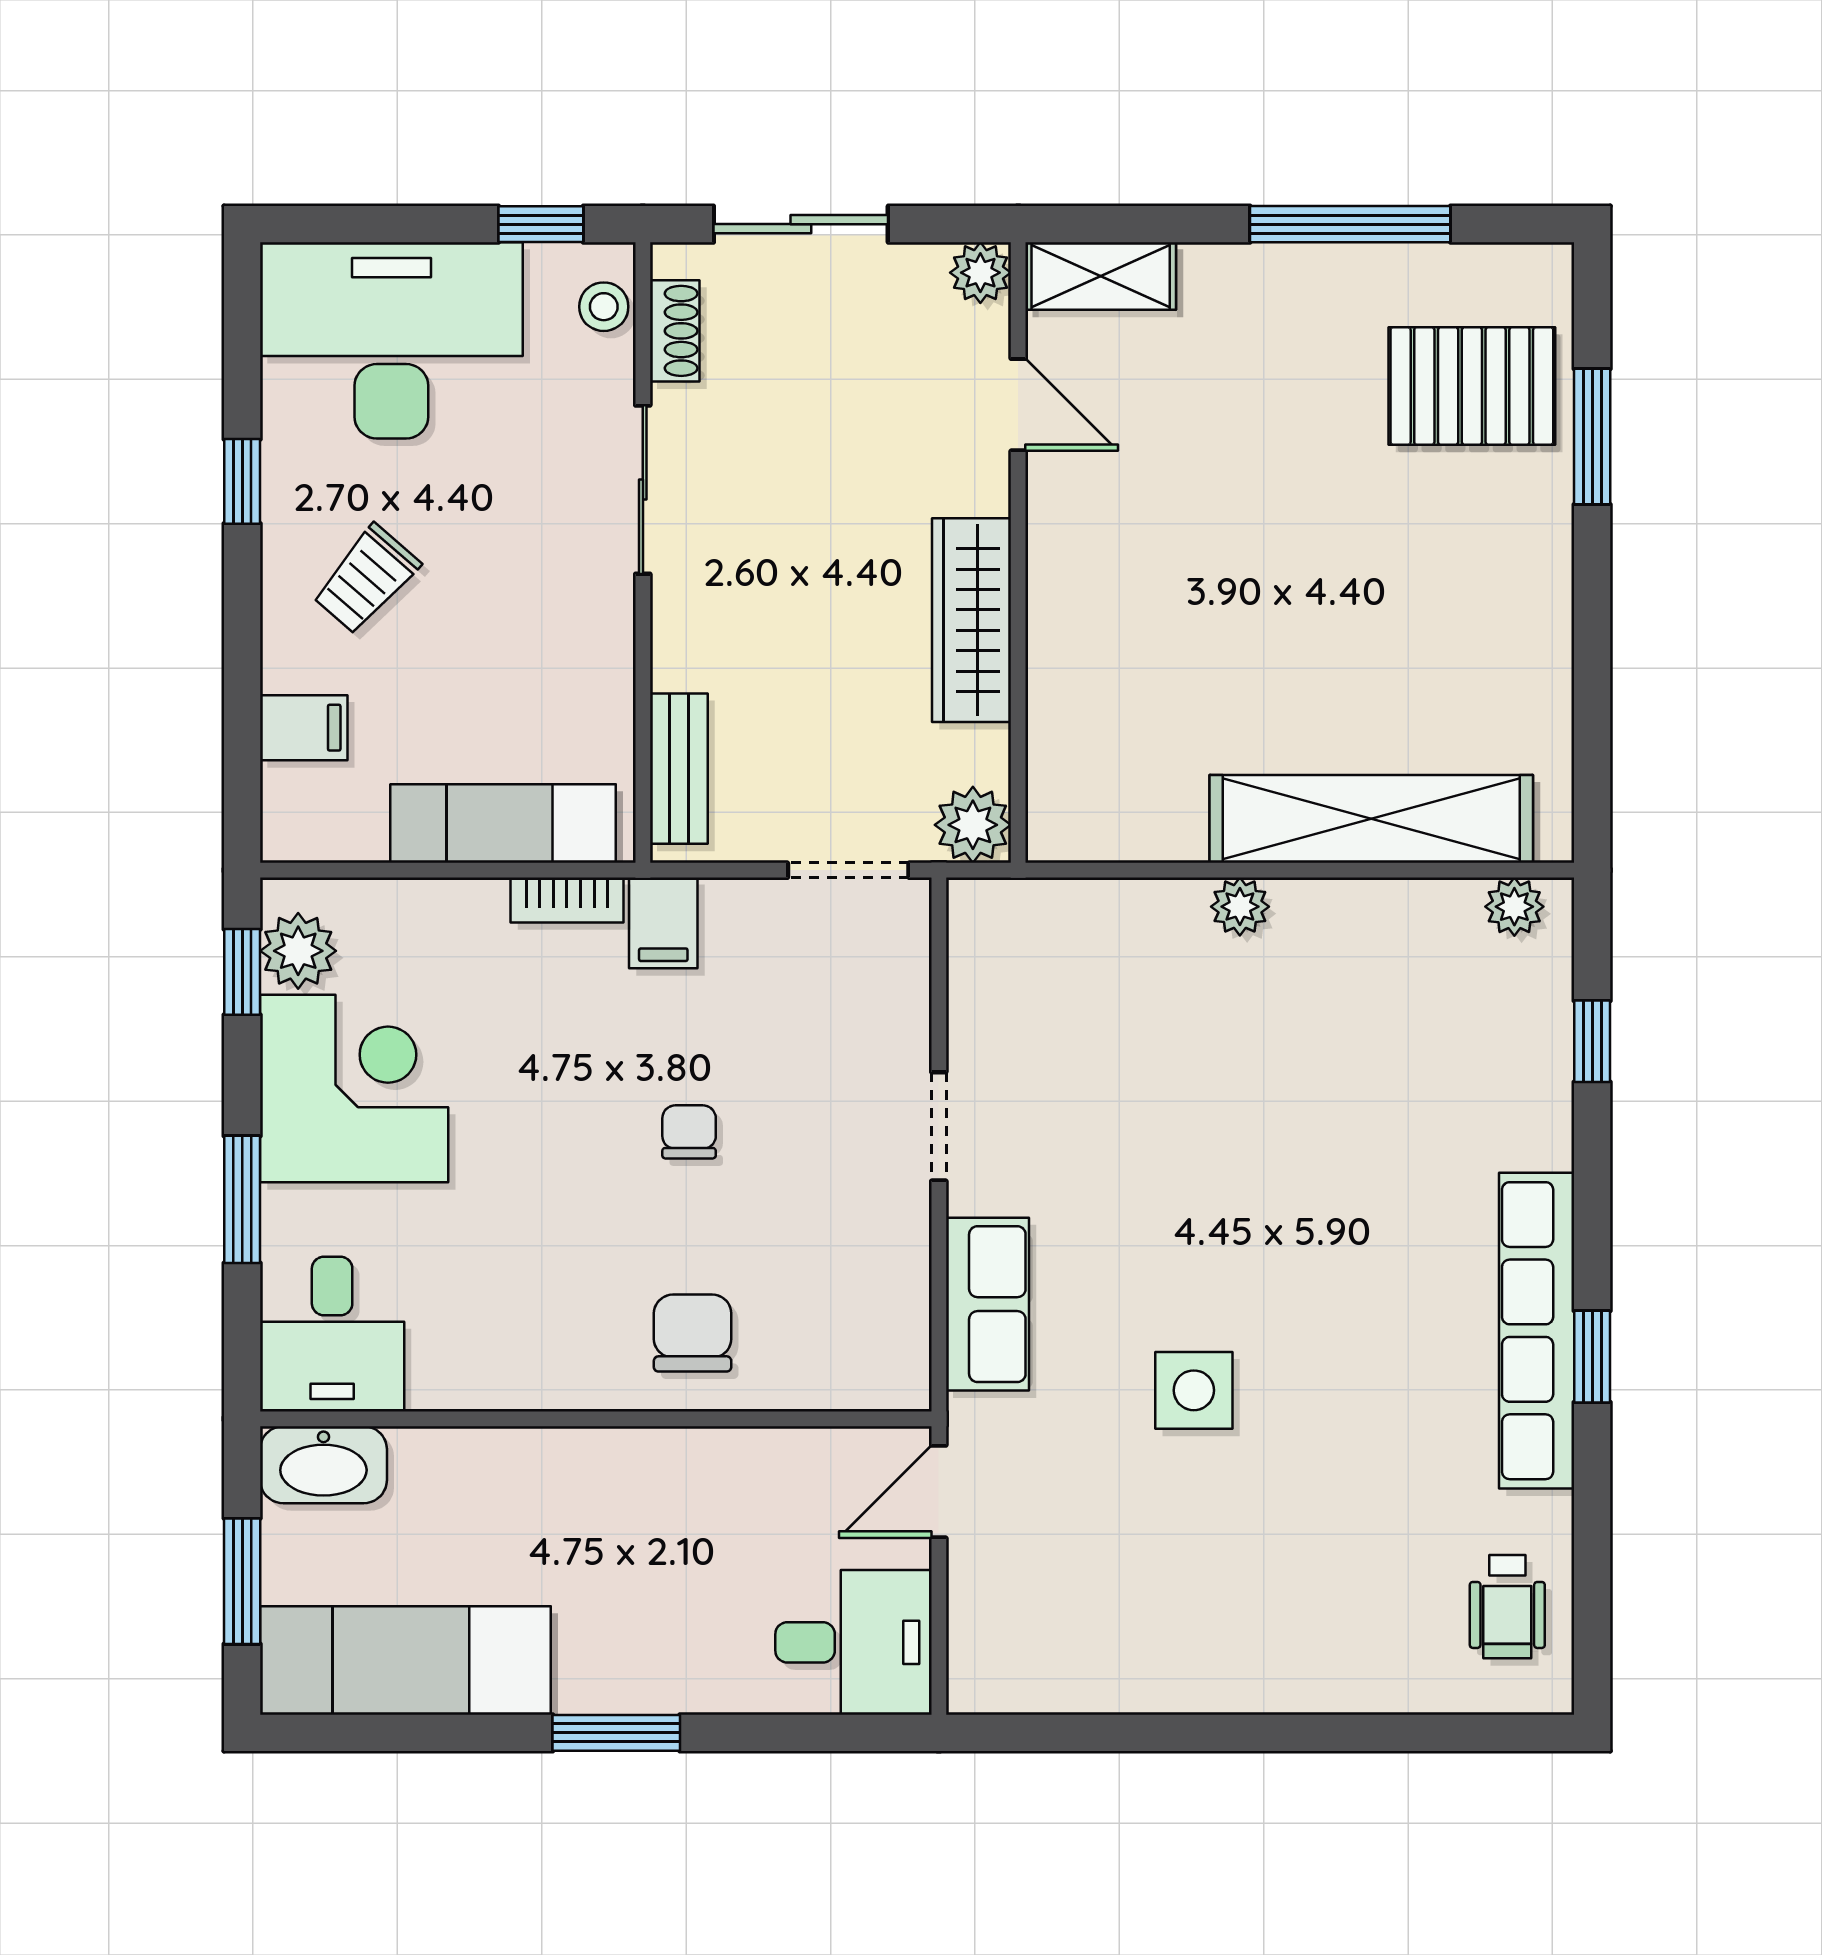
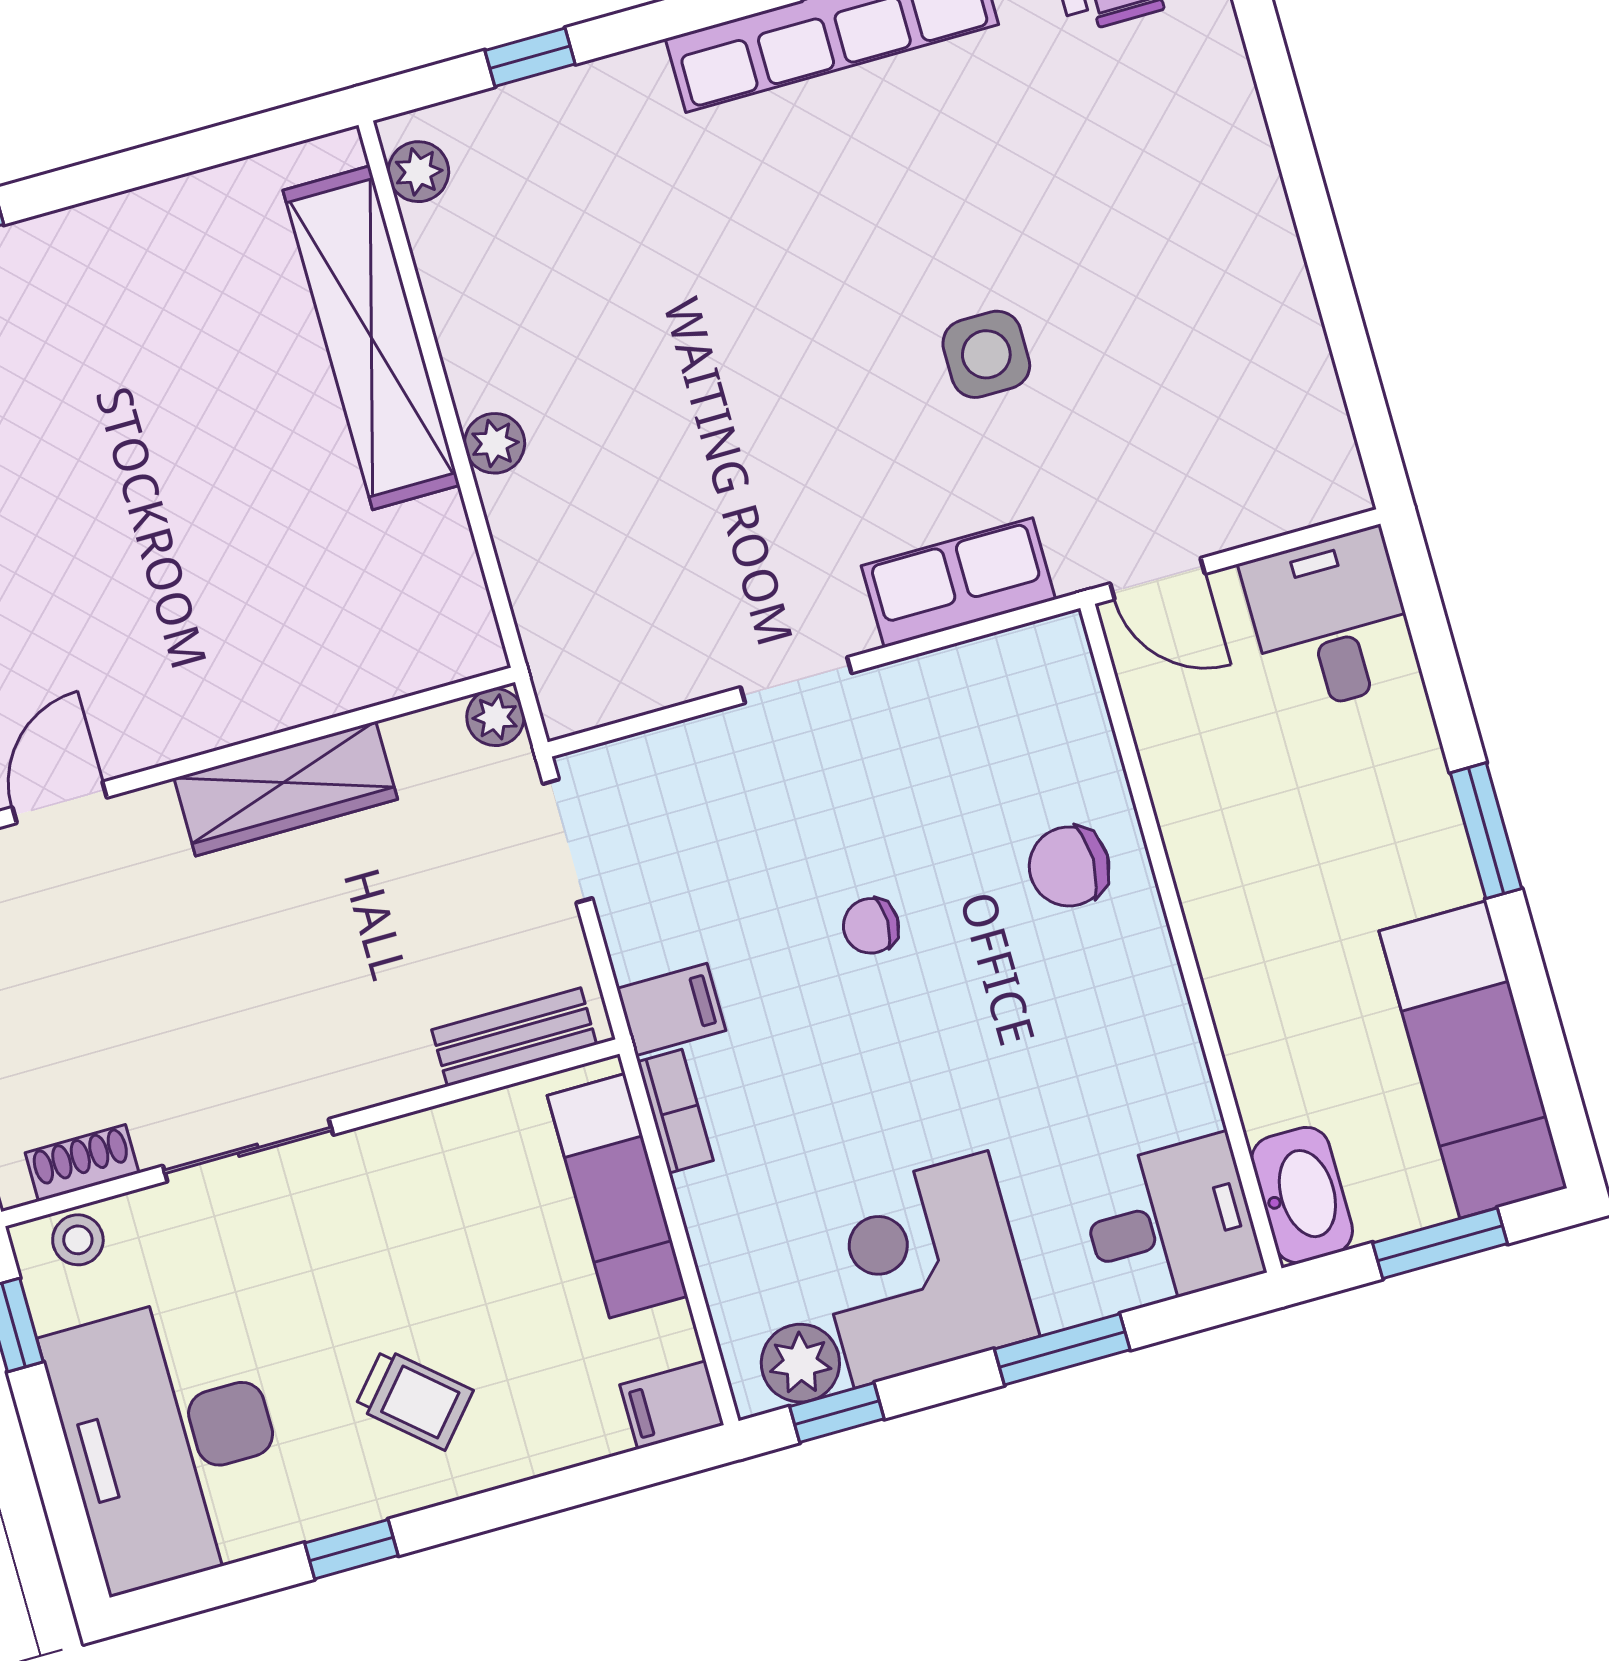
filing cabinet: (304, 728) -> (672, 1405), moved, turned -90
plant: (973, 825) -> (495, 717), width x0.73, depth x0.73

